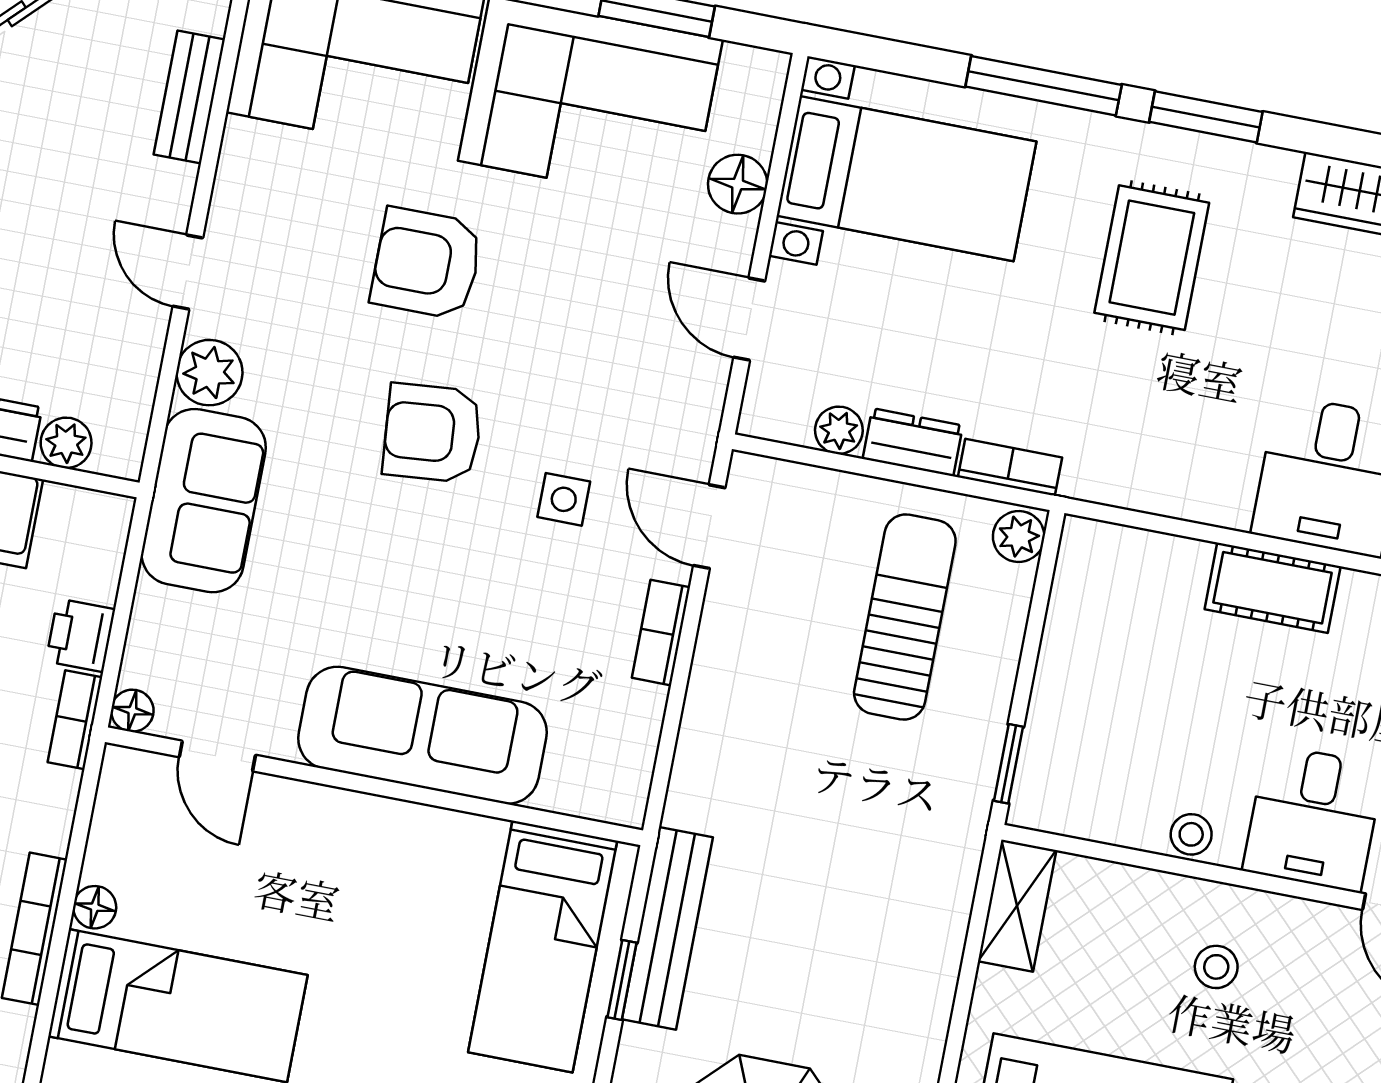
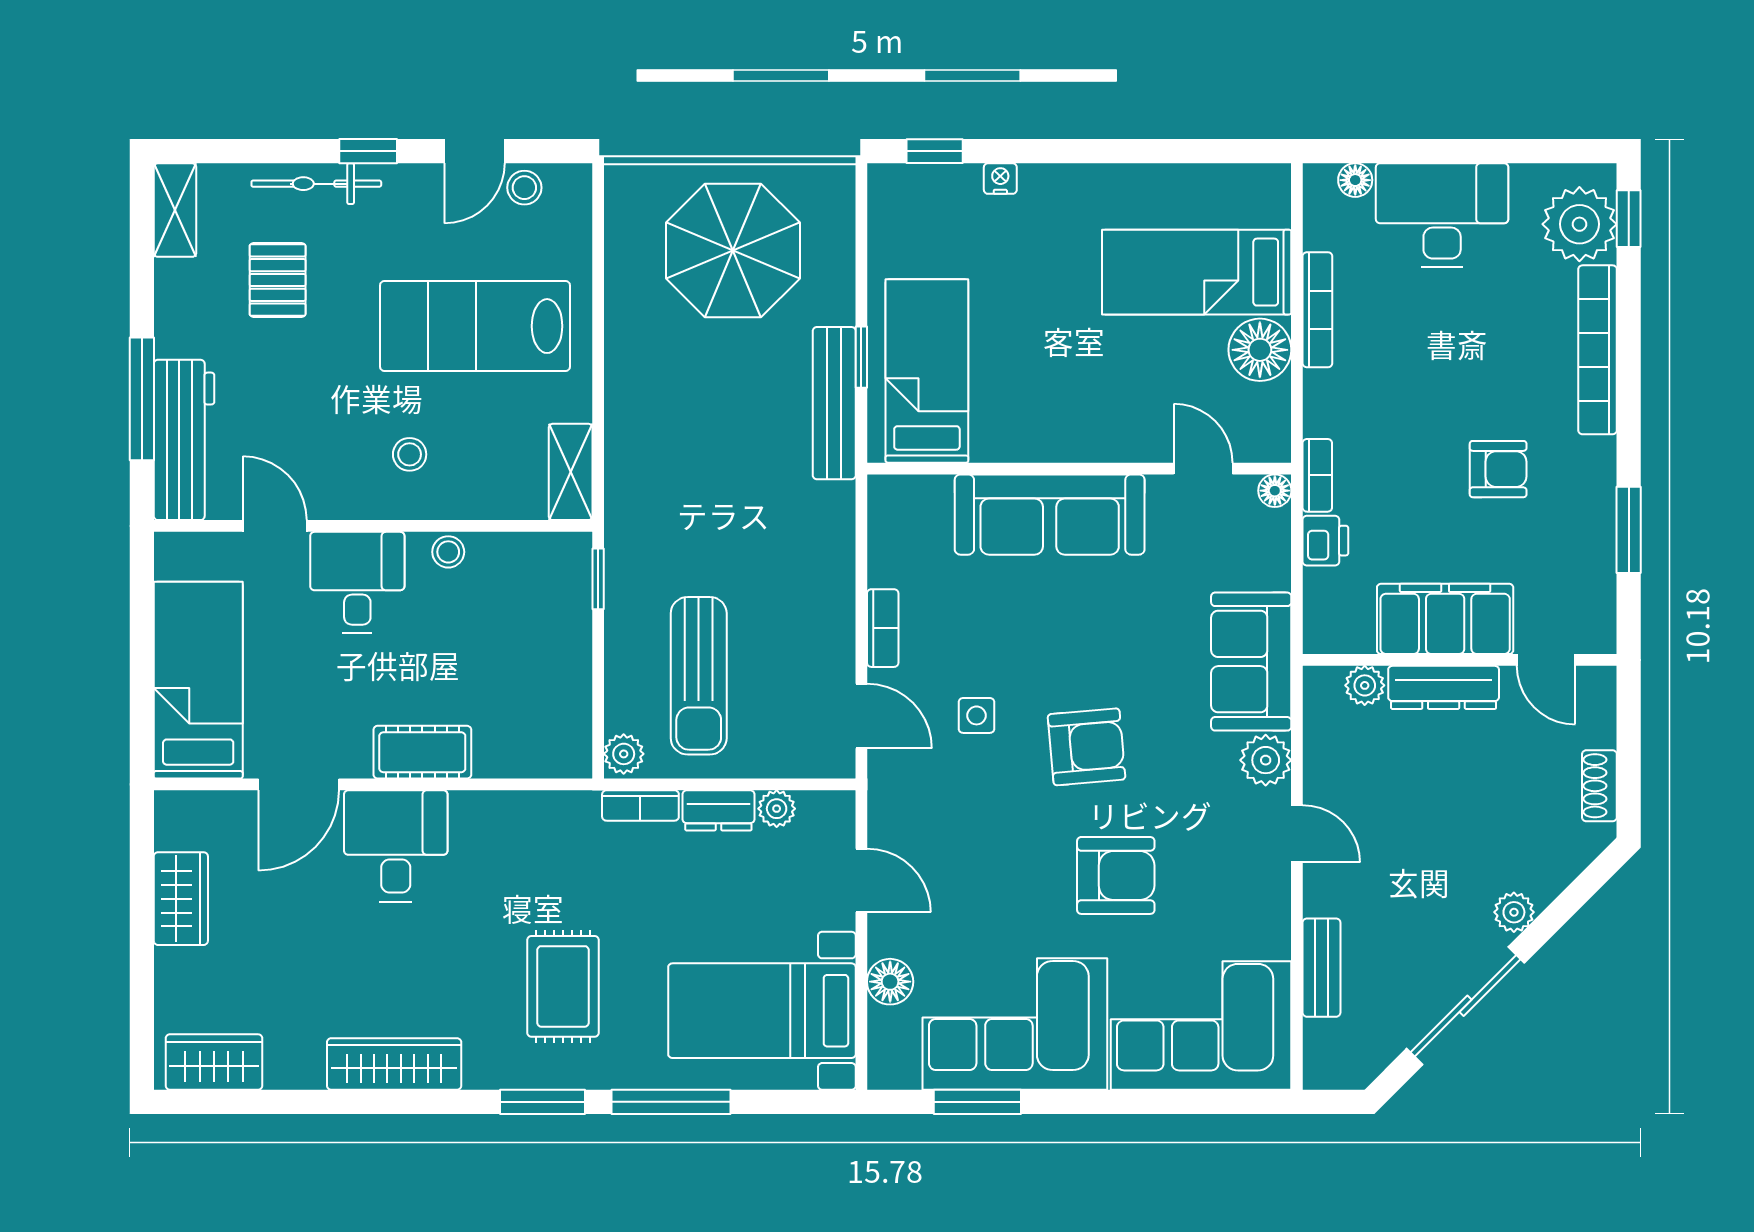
floor lamp: (95, 907) -> (1260, 350), width x1.89, depth x1.89

